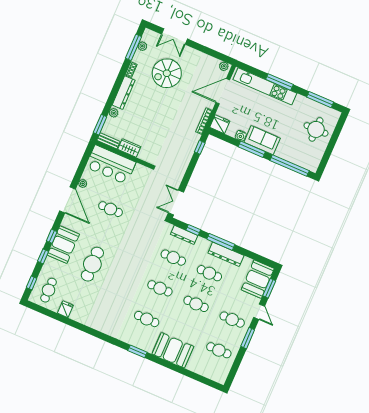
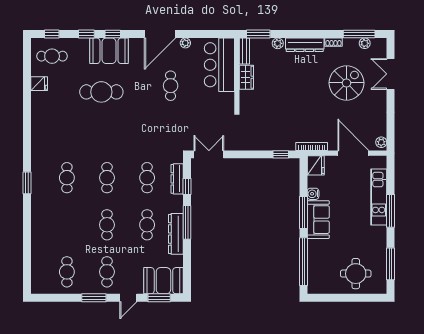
spiral stairs: (167, 73) -> (347, 83), turned 90
kitchen unit: (265, 86) -> (379, 197), width x0.73
booth: (173, 350) -> (45, 221), removed

